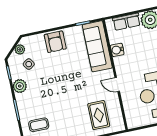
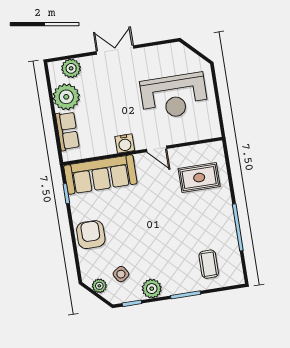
armchair: (55, 42) -> (91, 235), turned -90
water cooler: (117, 50) -> (125, 144), moved
door: (117, 85) -> (157, 149), hinge flipped

